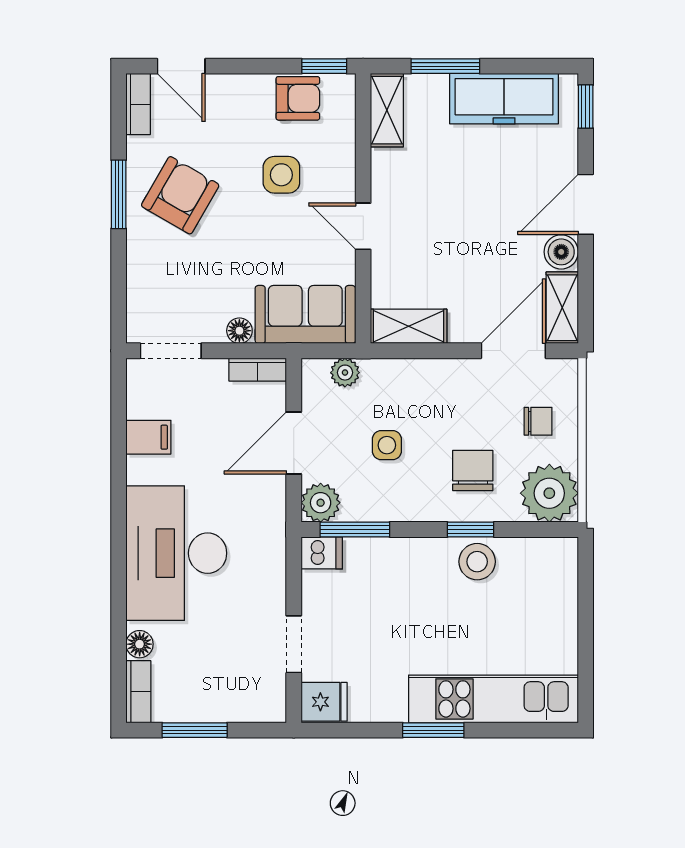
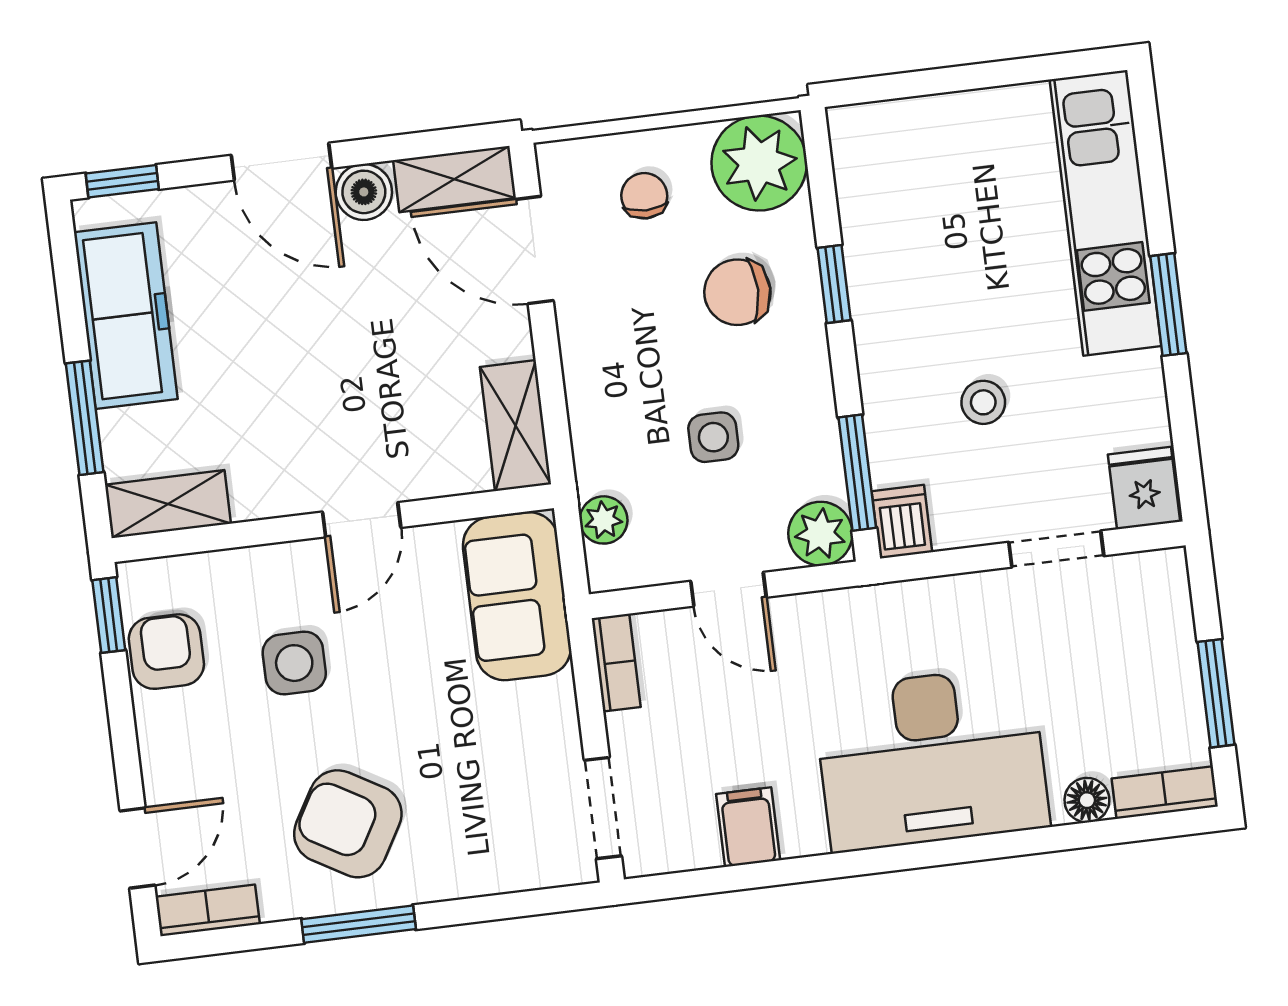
floor lamp: (239, 331) -> (556, 700), removed
door: (294, 443) -> (729, 589), width x0.73
stool: (477, 562) -> (983, 402), moved, width x0.73, depth x0.73

